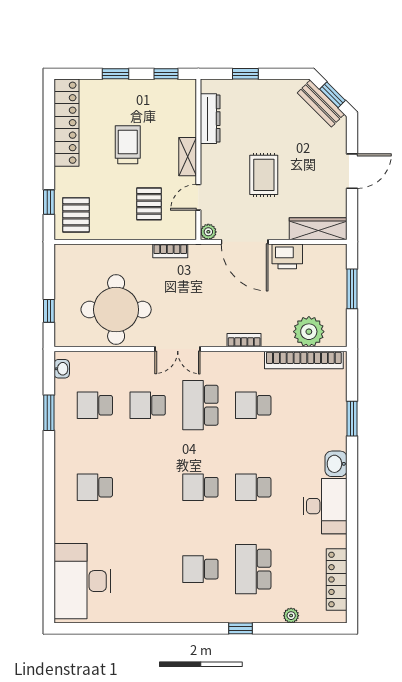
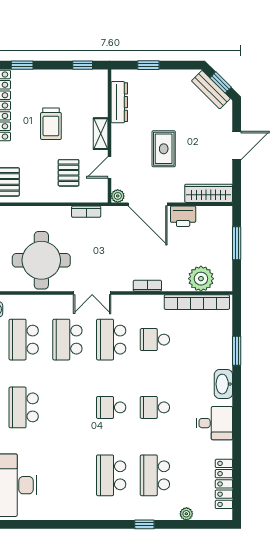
window: (115, 74) -> (22, 65), moved
trolley: (128, 145) -> (51, 124), turned 180
school desk: (95, 405) -> (24, 340), width x1.85
school desk: (148, 405) -> (67, 340), width x1.85
washbasin: (336, 464) -> (223, 384), width x1.38
school desk: (95, 487) -> (24, 407), width x1.85
desk: (325, 506) -> (214, 423), width x0.73
school desk: (200, 569) -> (111, 475), width x1.85

